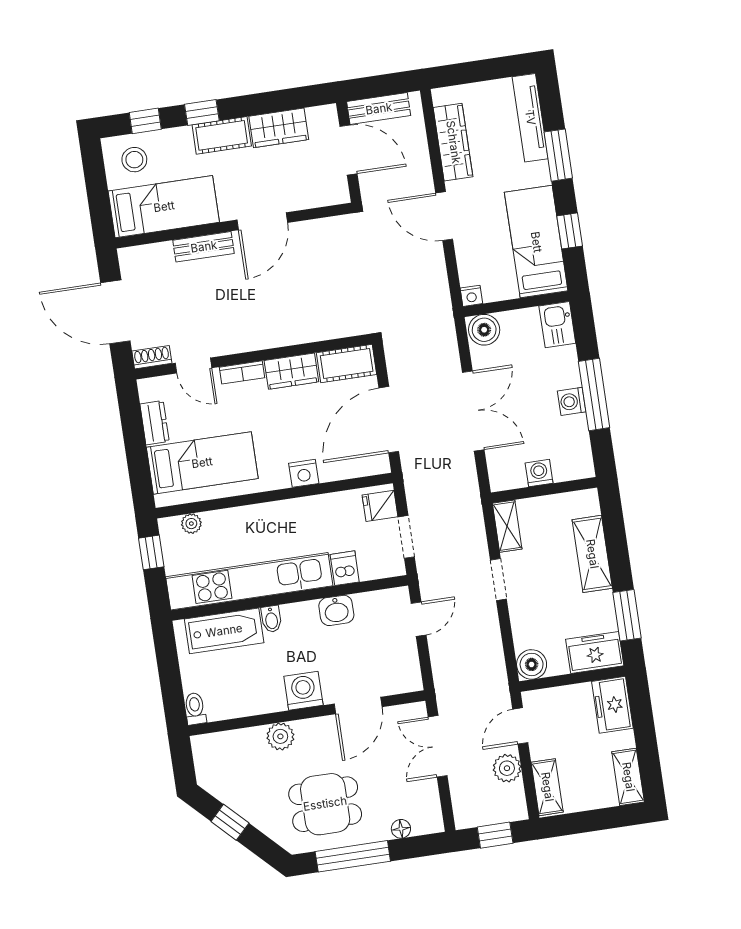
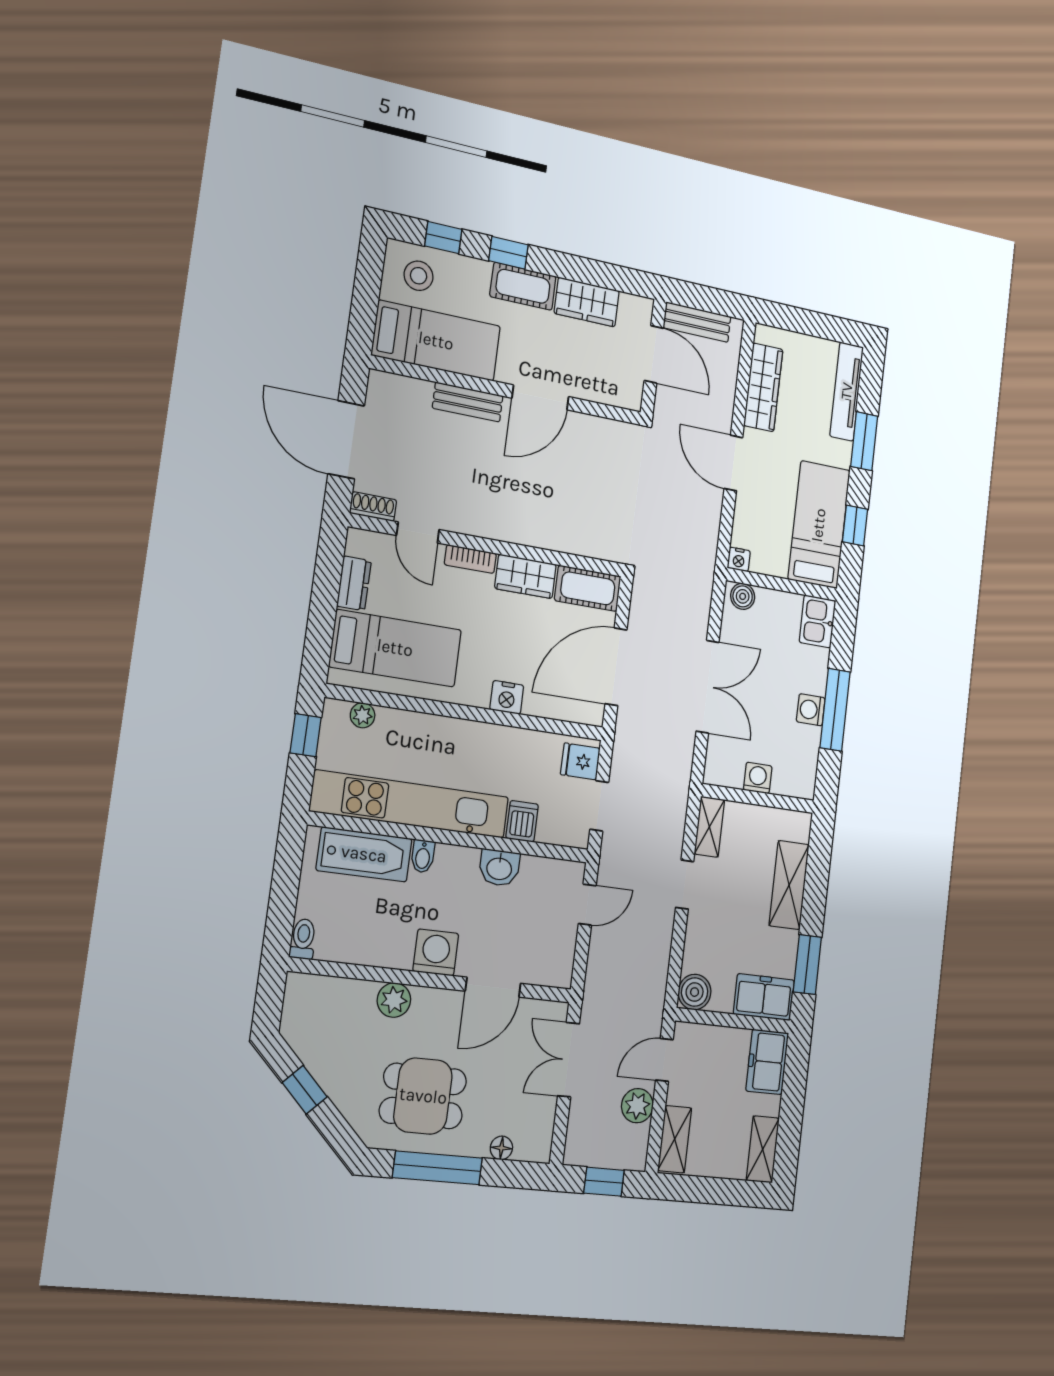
boiler: (484, 330) -> (743, 596), width x0.73, depth x0.73

